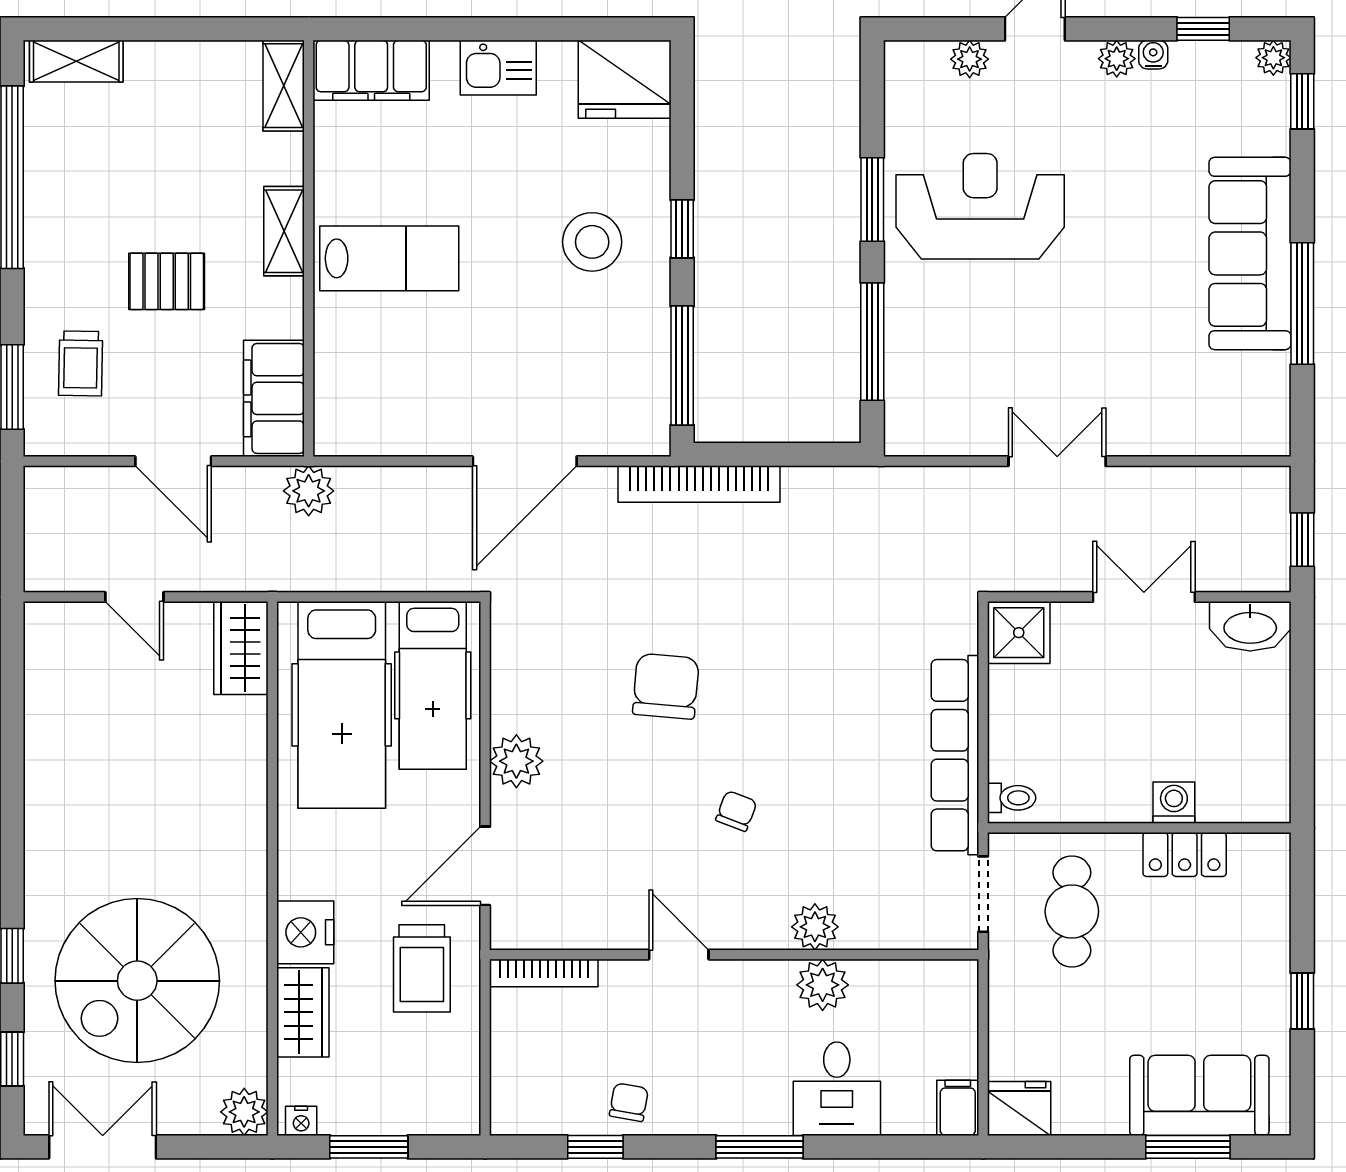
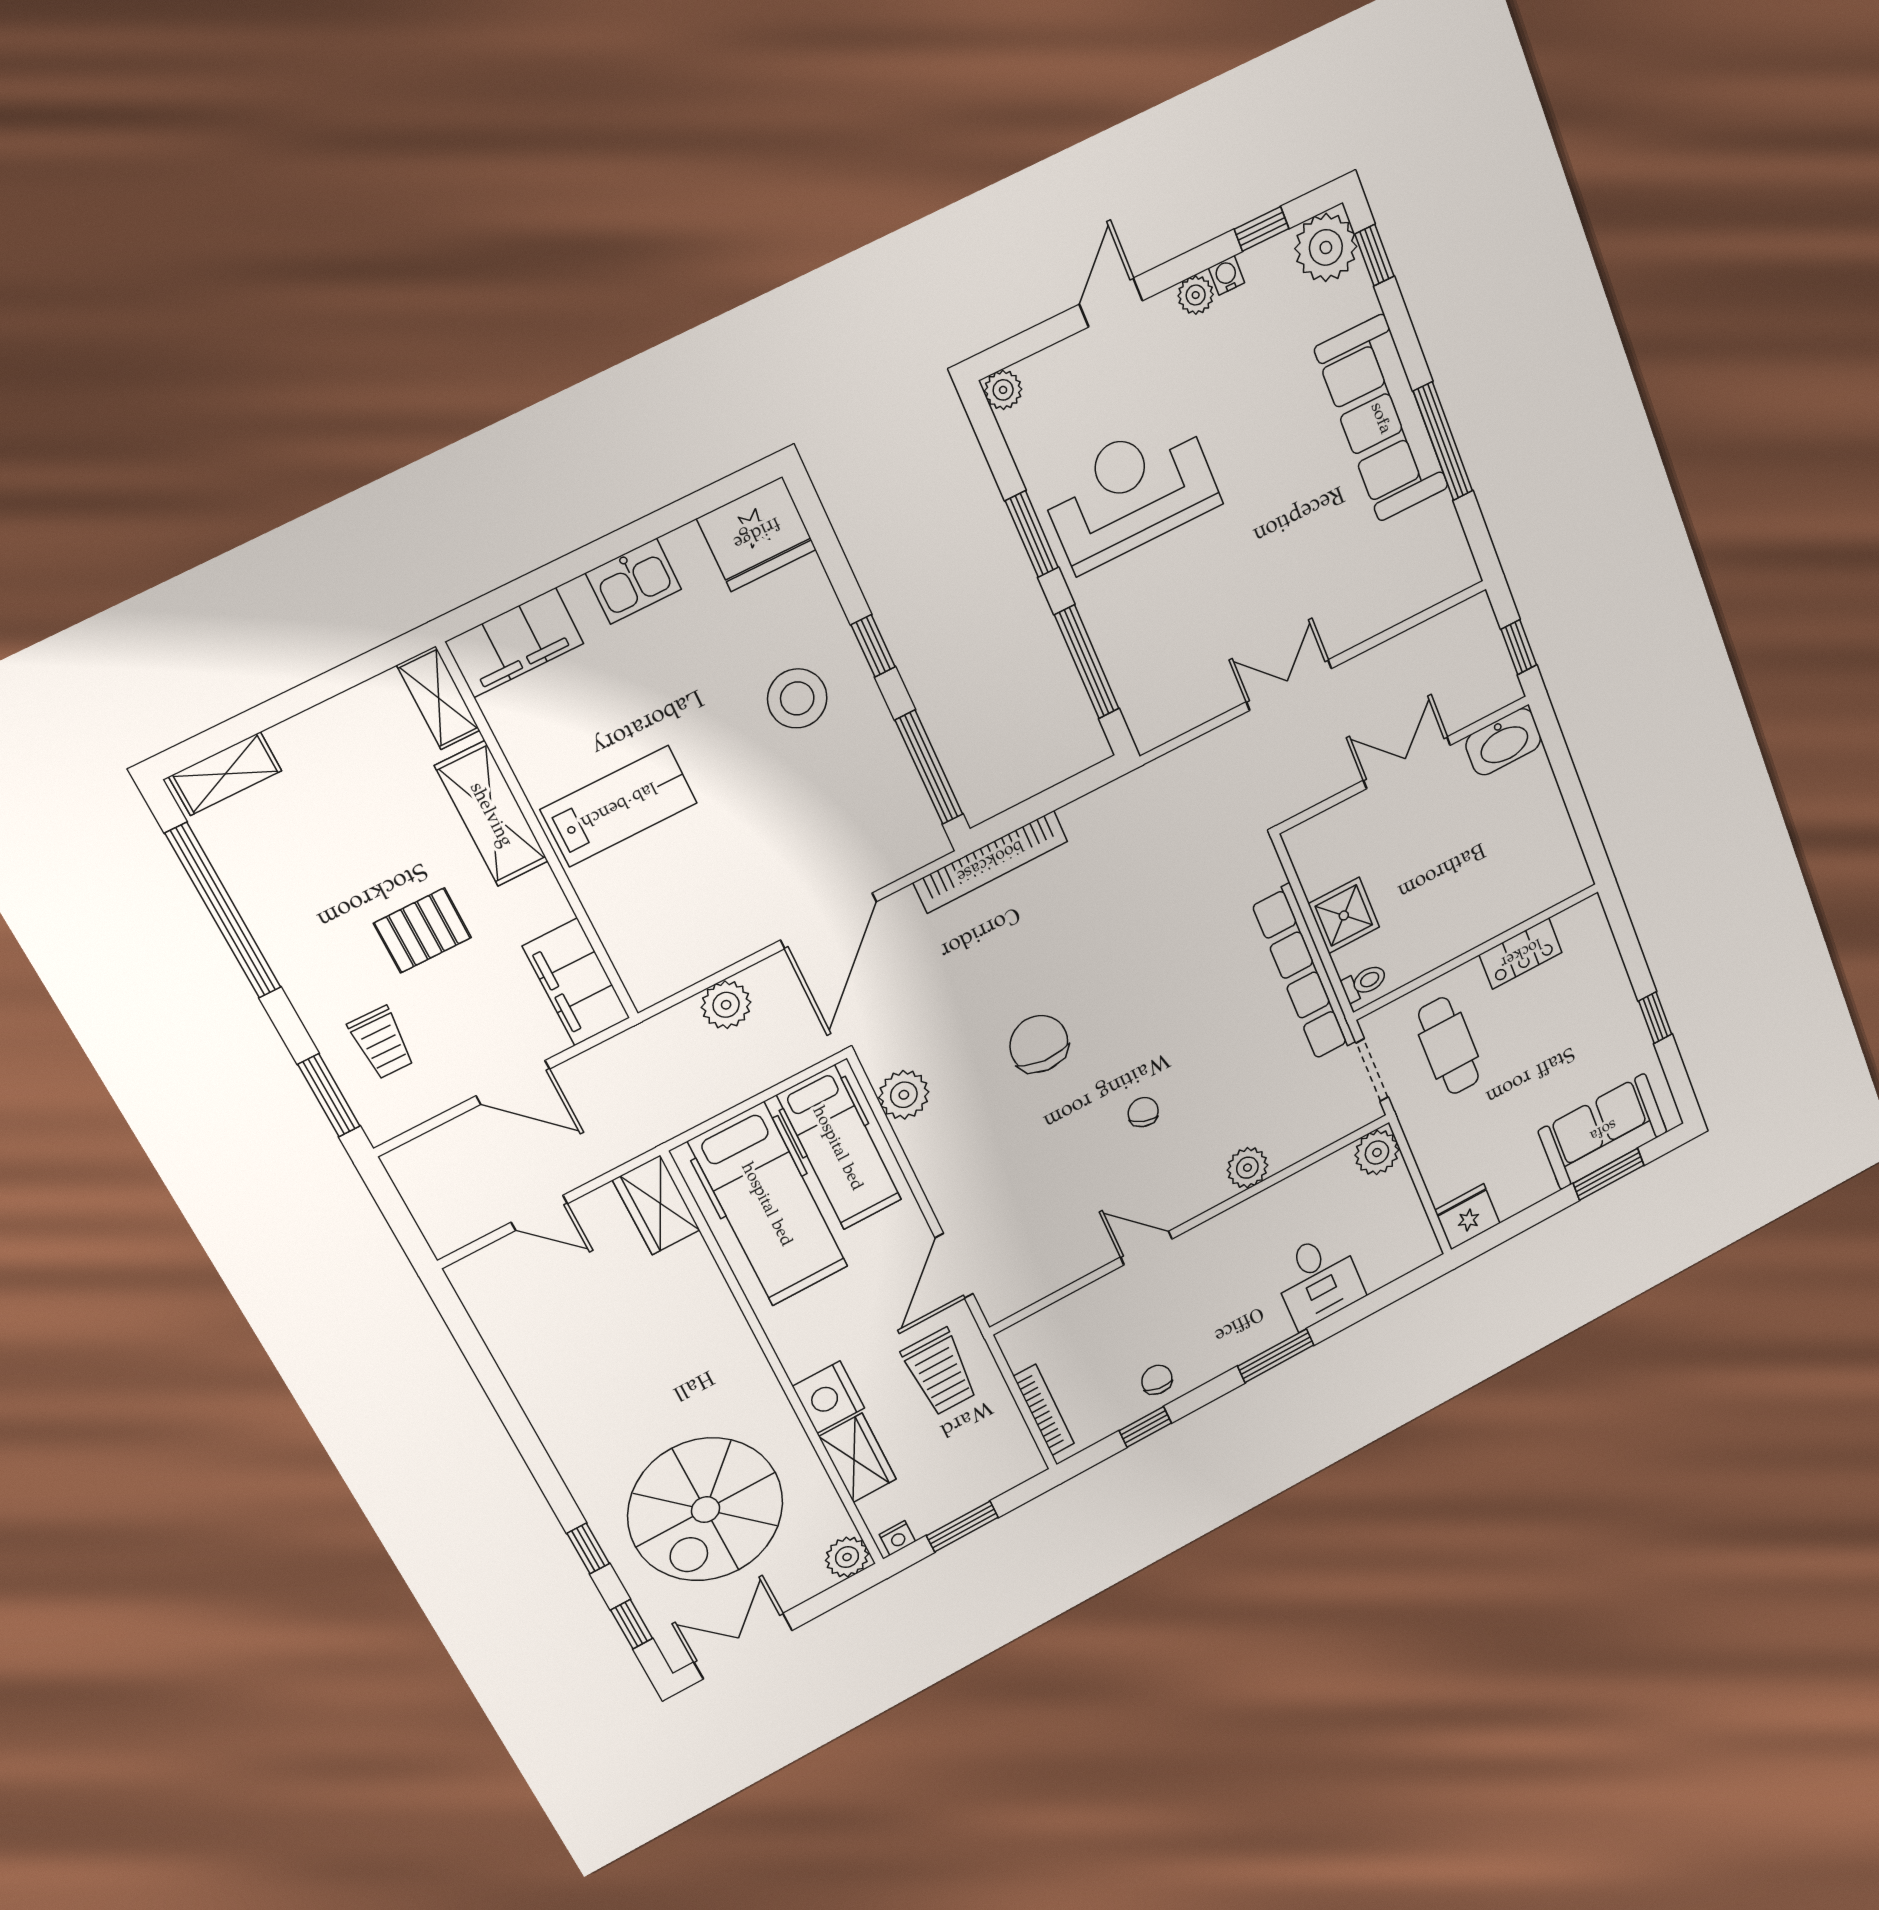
plant: (1273, 58) -> (1326, 247), width x1.88, depth x1.88
plant: (970, 59) -> (1003, 390), moved
shelving: (284, 231) -> (492, 814), width x1.50, depth x1.33
plant: (309, 491) -> (726, 1005), moved
shower: (1019, 633) -> (1344, 915), moved
plant: (516, 761) -> (904, 1095), moved
washing machine: (1174, 803) -> (1496, 917), removed
bookcase: (544, 973) -> (1044, 1410), moved, turned -90
plant: (823, 985) -> (1377, 1153), moved
filing cabinet: (958, 1108) -> (1419, 1242), removed

